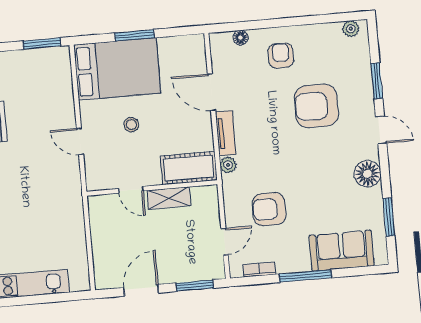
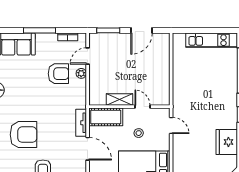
plant: (228, 165) -> (81, 73), moved
cot: (189, 168) -> (106, 117), moved
wall: (152, 188) -> (129, 107), moved
door: (131, 190) -> (142, 107), moved
shelving: (169, 198) -> (119, 100), moved

